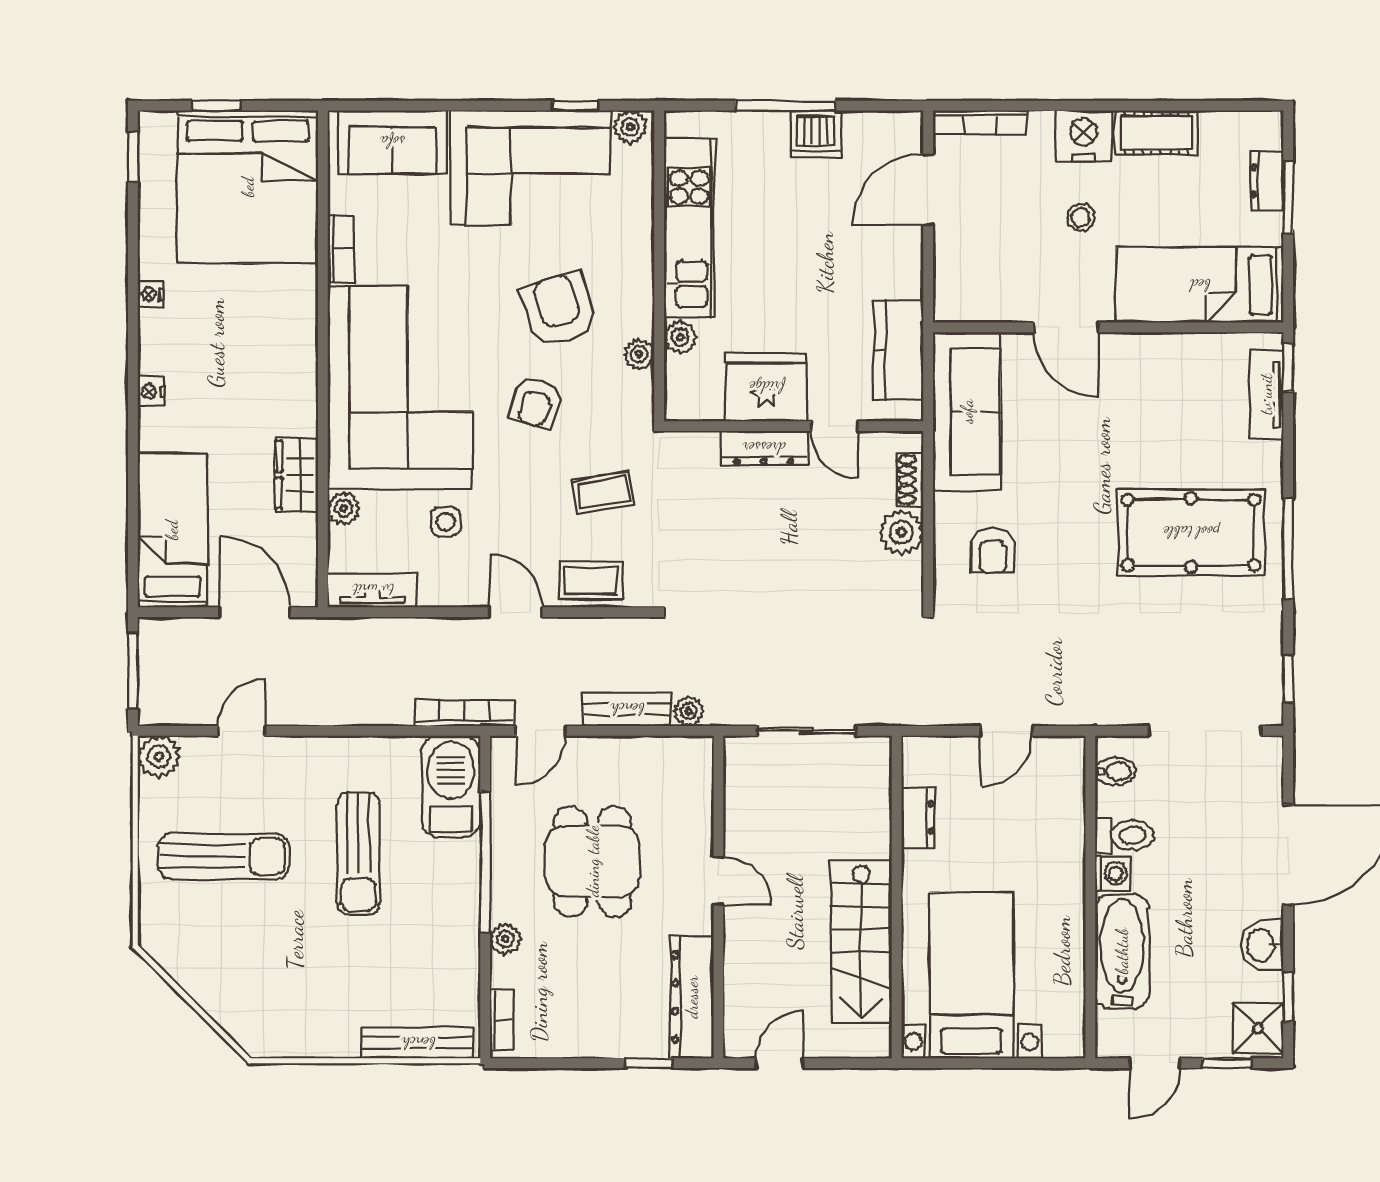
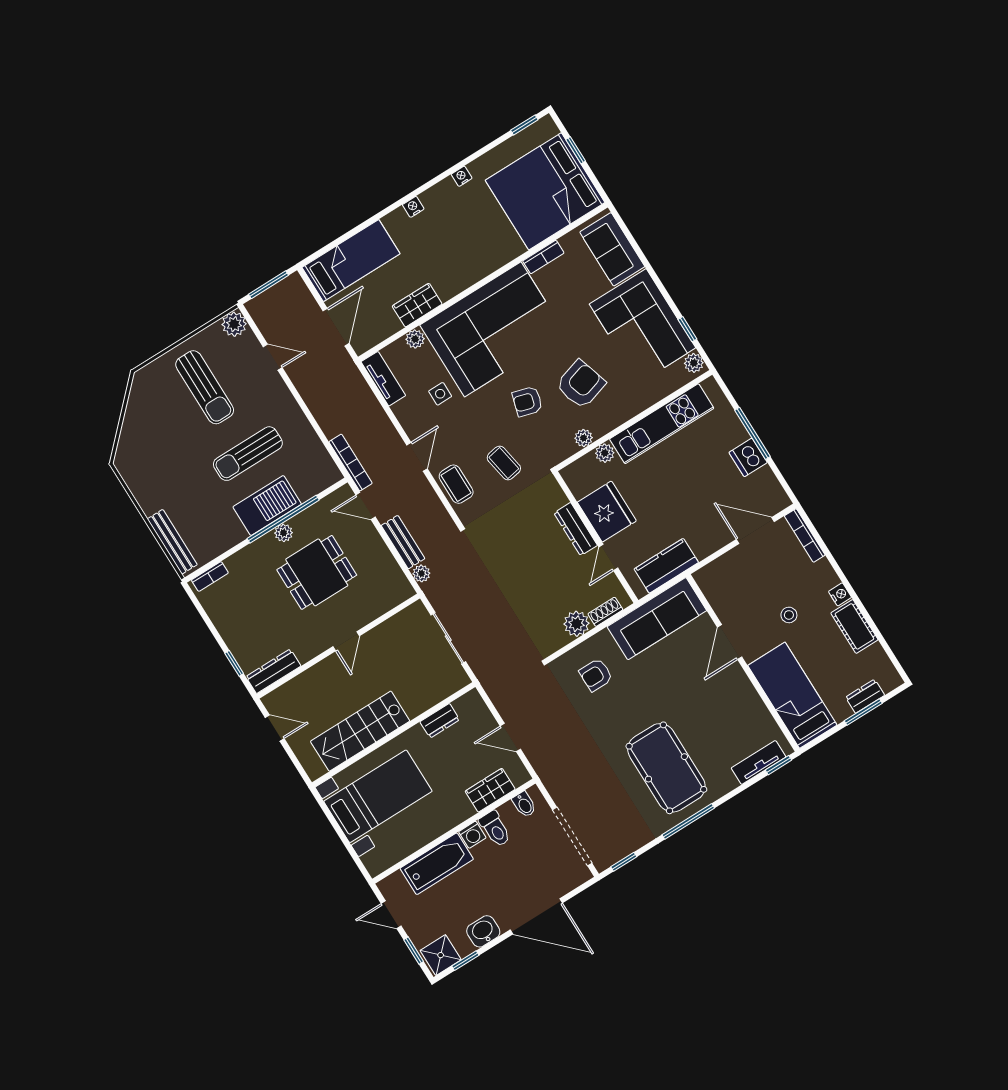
nightstand: (1084, 136) -> (840, 594), width x0.53, depth x0.56
barbecue: (451, 787) -> (267, 505), moved
wardrobe: (1064, 808) -> (490, 790), added
plant: (505, 939) -> (284, 533), moved
dresser: (692, 997) -> (273, 671), width x0.73, depth x0.80

